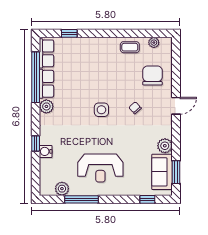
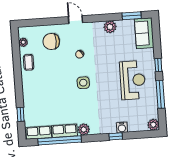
sofa: (162, 172) -> (144, 33), moved, turned 90
plant: (62, 189) -> (153, 125), moved
window: (147, 199) -> (158, 65), moved

